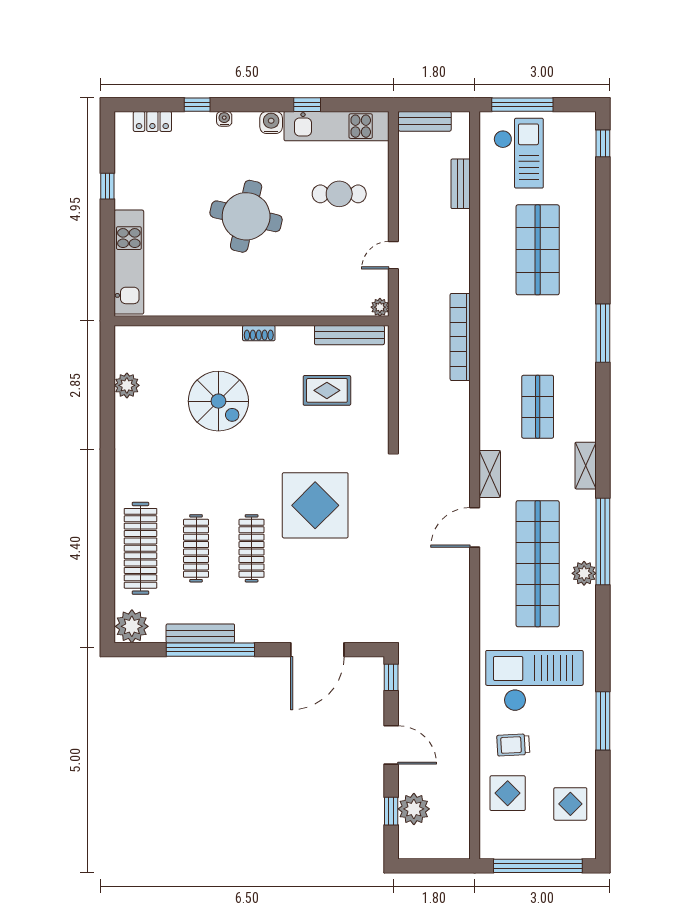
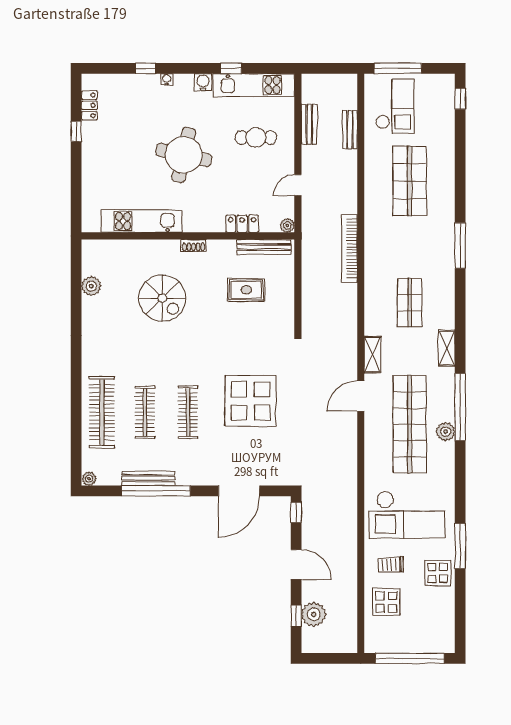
locker: (152, 121) -> (89, 105), moved, turned -90
bench: (425, 121) -> (309, 124), moved, turned 90
kitchen unit: (129, 262) -> (142, 221), moved, turned -90
locker: (321, 305) -> (242, 224), added
display table: (315, 505) -> (250, 401), moved
plant: (132, 626) -> (89, 479), width x0.53, depth x0.53
checkout: (534, 681) -> (407, 515), turned 180
display table: (570, 804) -> (438, 573), moved

